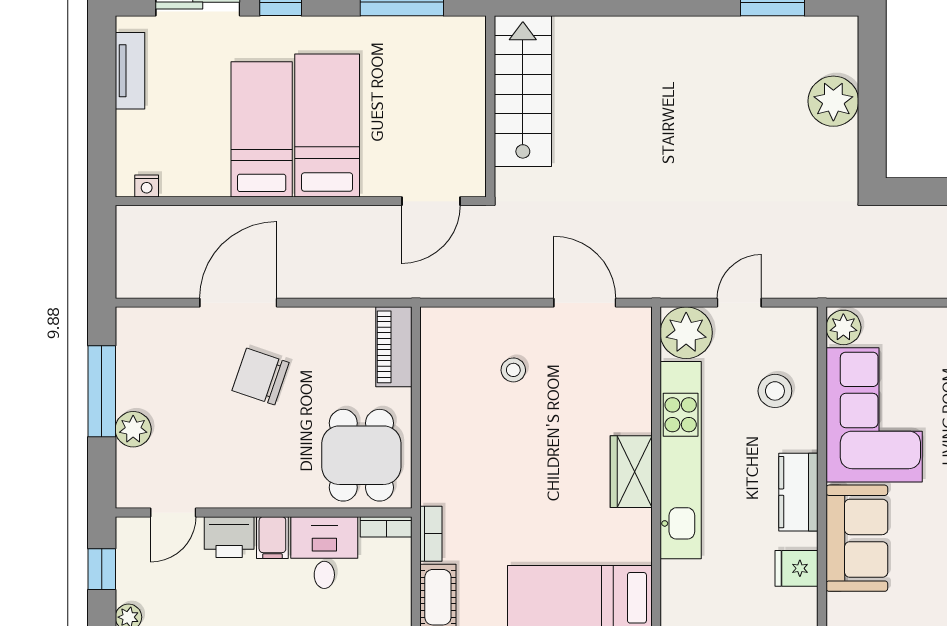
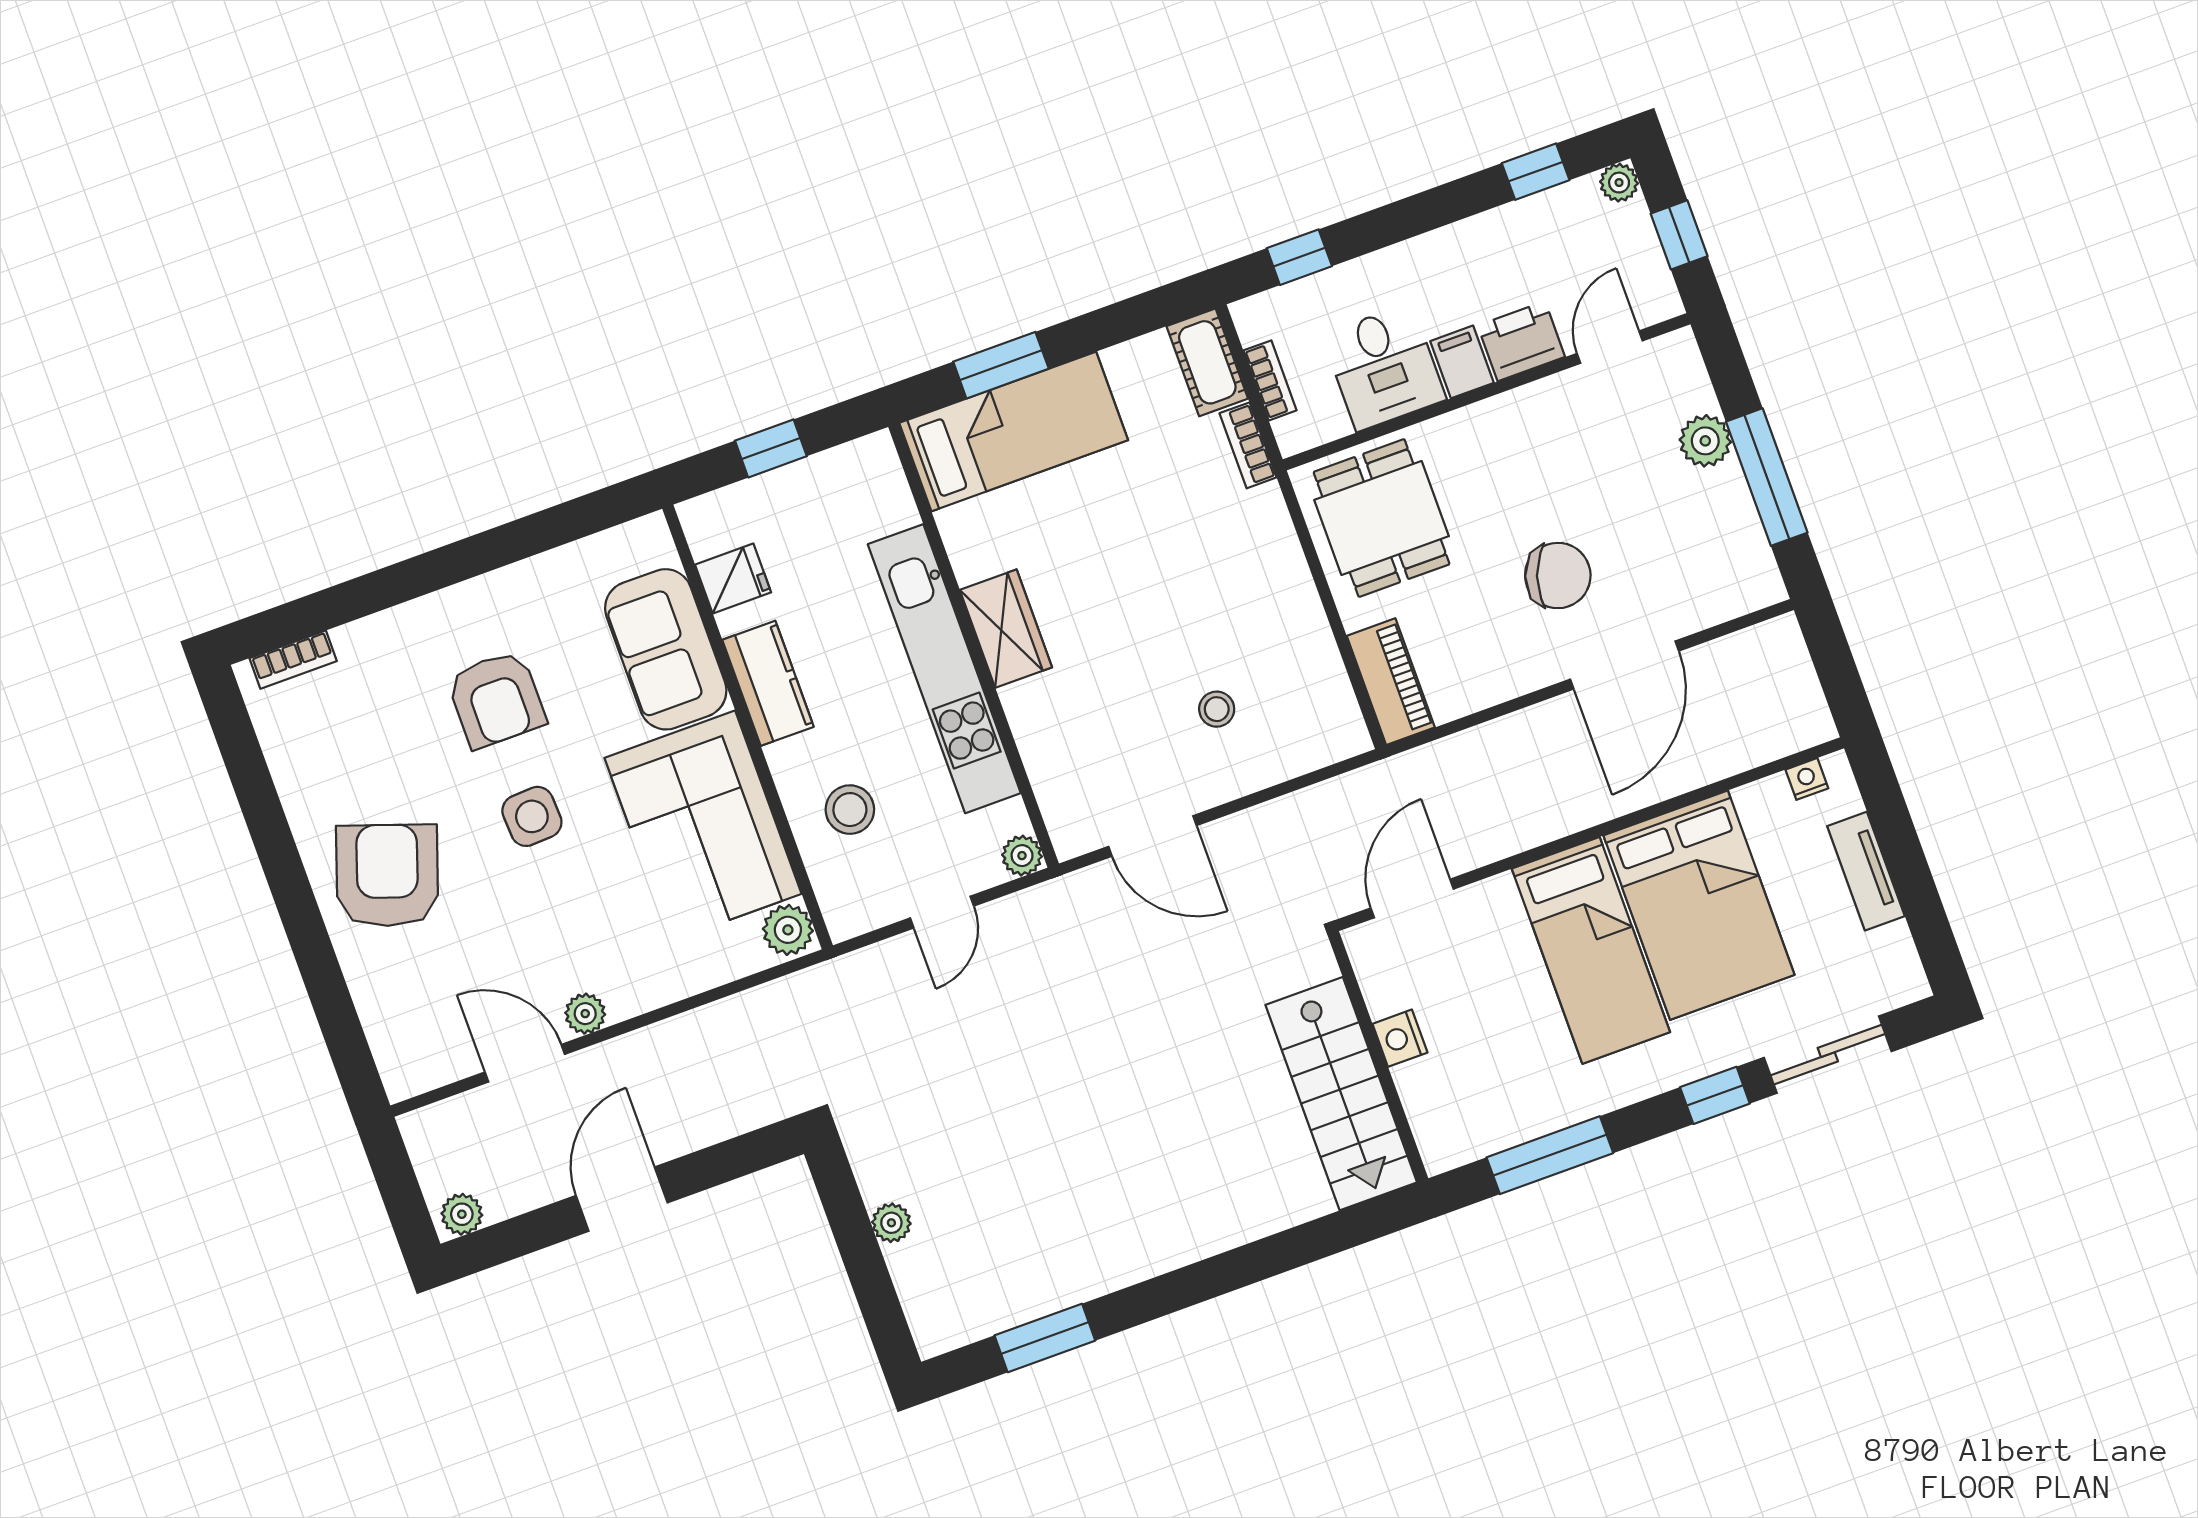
tv unit: (130, 71) -> (1866, 871), moved
plant: (833, 101) -> (891, 1223), width x0.53, depth x0.53
nightstand: (472, 113) -> (1400, 1038), added
bed: (262, 129) -> (1699, 905), width x1.50
plant: (686, 333) -> (1022, 856), width x0.53, depth x0.53
bookcase: (386, 527) -> (1270, 380), moved, turned 90

